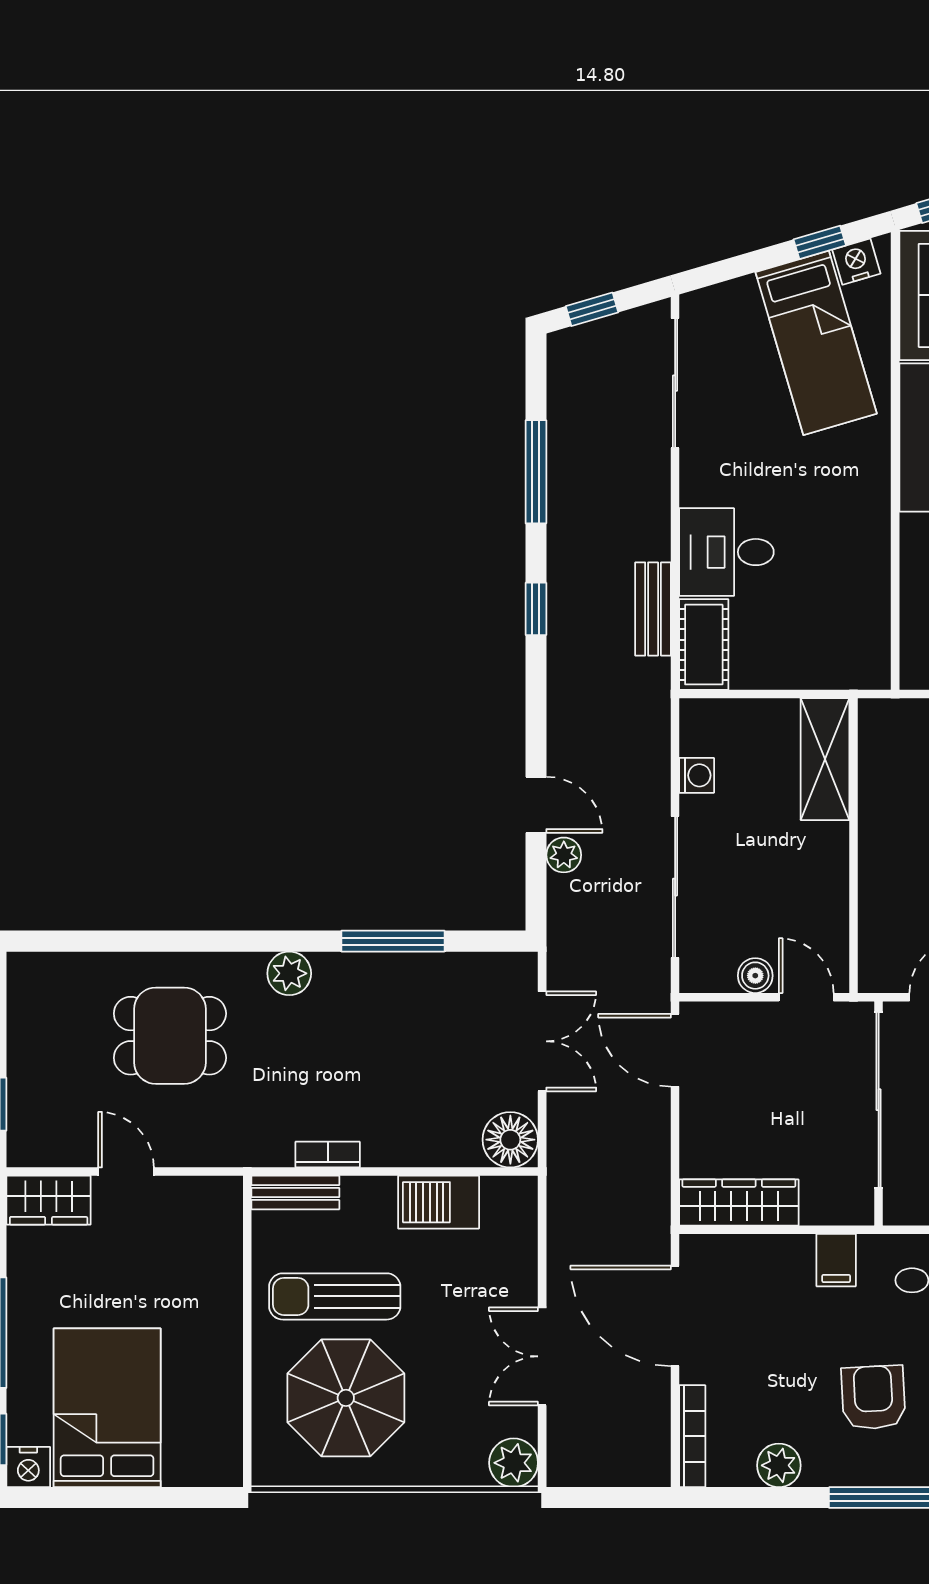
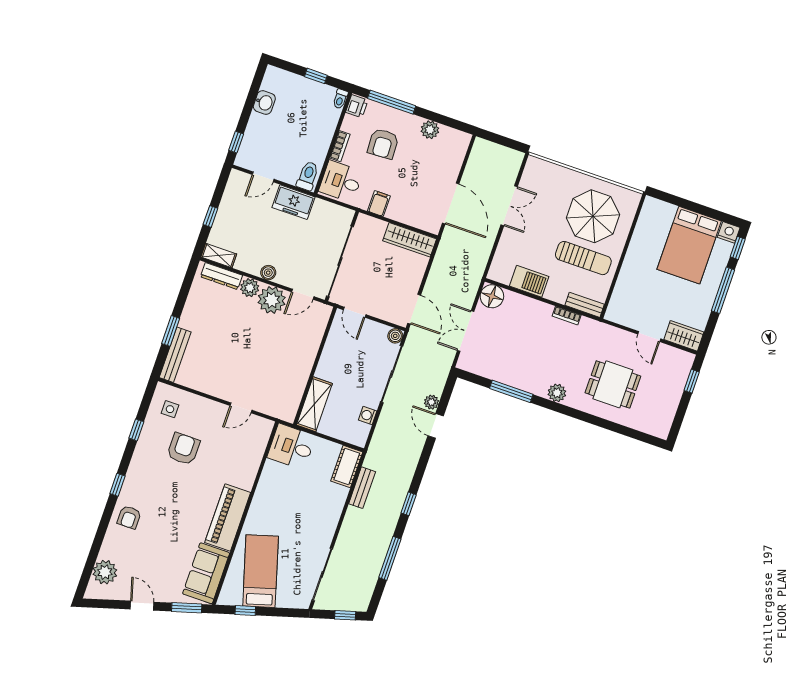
nightstand: (856, 262) -> (233, 598), removed
desk: (726, 552) -> (291, 447), moved, turned 180
boiler: (755, 976) -> (395, 336), moved
bookcase: (692, 1436) -> (460, 153), removed
plant: (514, 1463) -> (535, 167), removed

